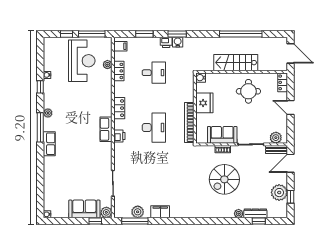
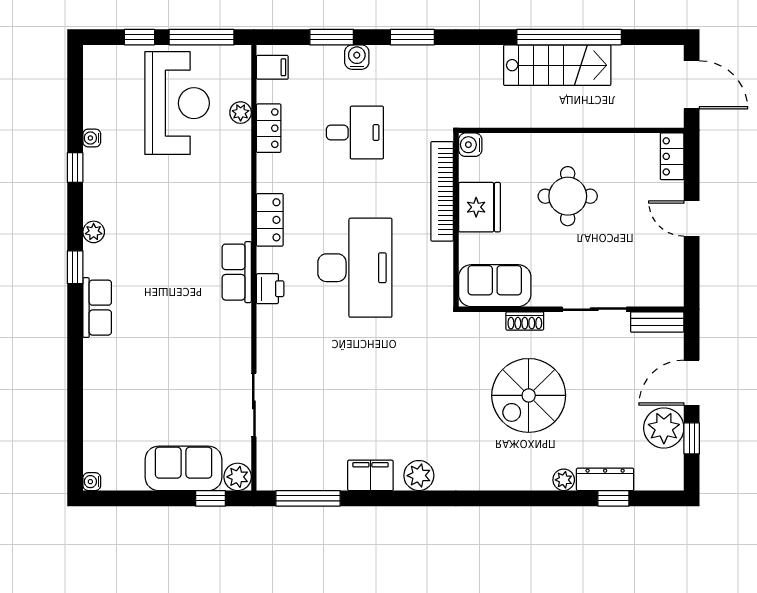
printer: (166, 42) -> (385, 58), removed
water cooler: (178, 42) -> (357, 57), moved
stairs: (236, 63) -> (557, 65), moved, turned 180
round table: (248, 91) -> (568, 196), moved
bookcase: (189, 122) -> (442, 191), moved
window: (40, 127) -> (75, 267), width x0.46
desk: (154, 128) -> (355, 268), width x1.36, depth x1.30
sofa: (222, 135) -> (495, 286), moved
plant: (276, 138) -> (655, 293), removed
door: (291, 163) -> (692, 383), moved
plant: (138, 212) -> (419, 476), moved

